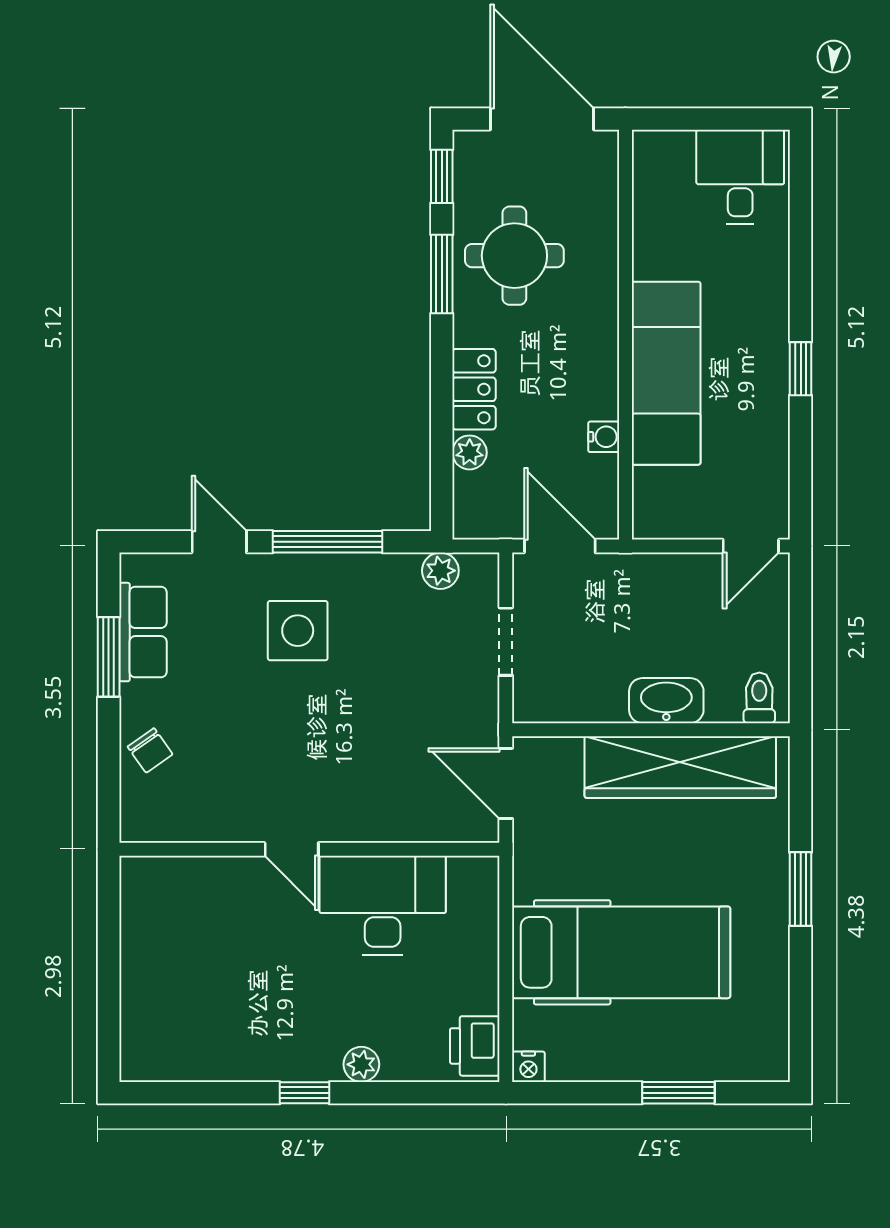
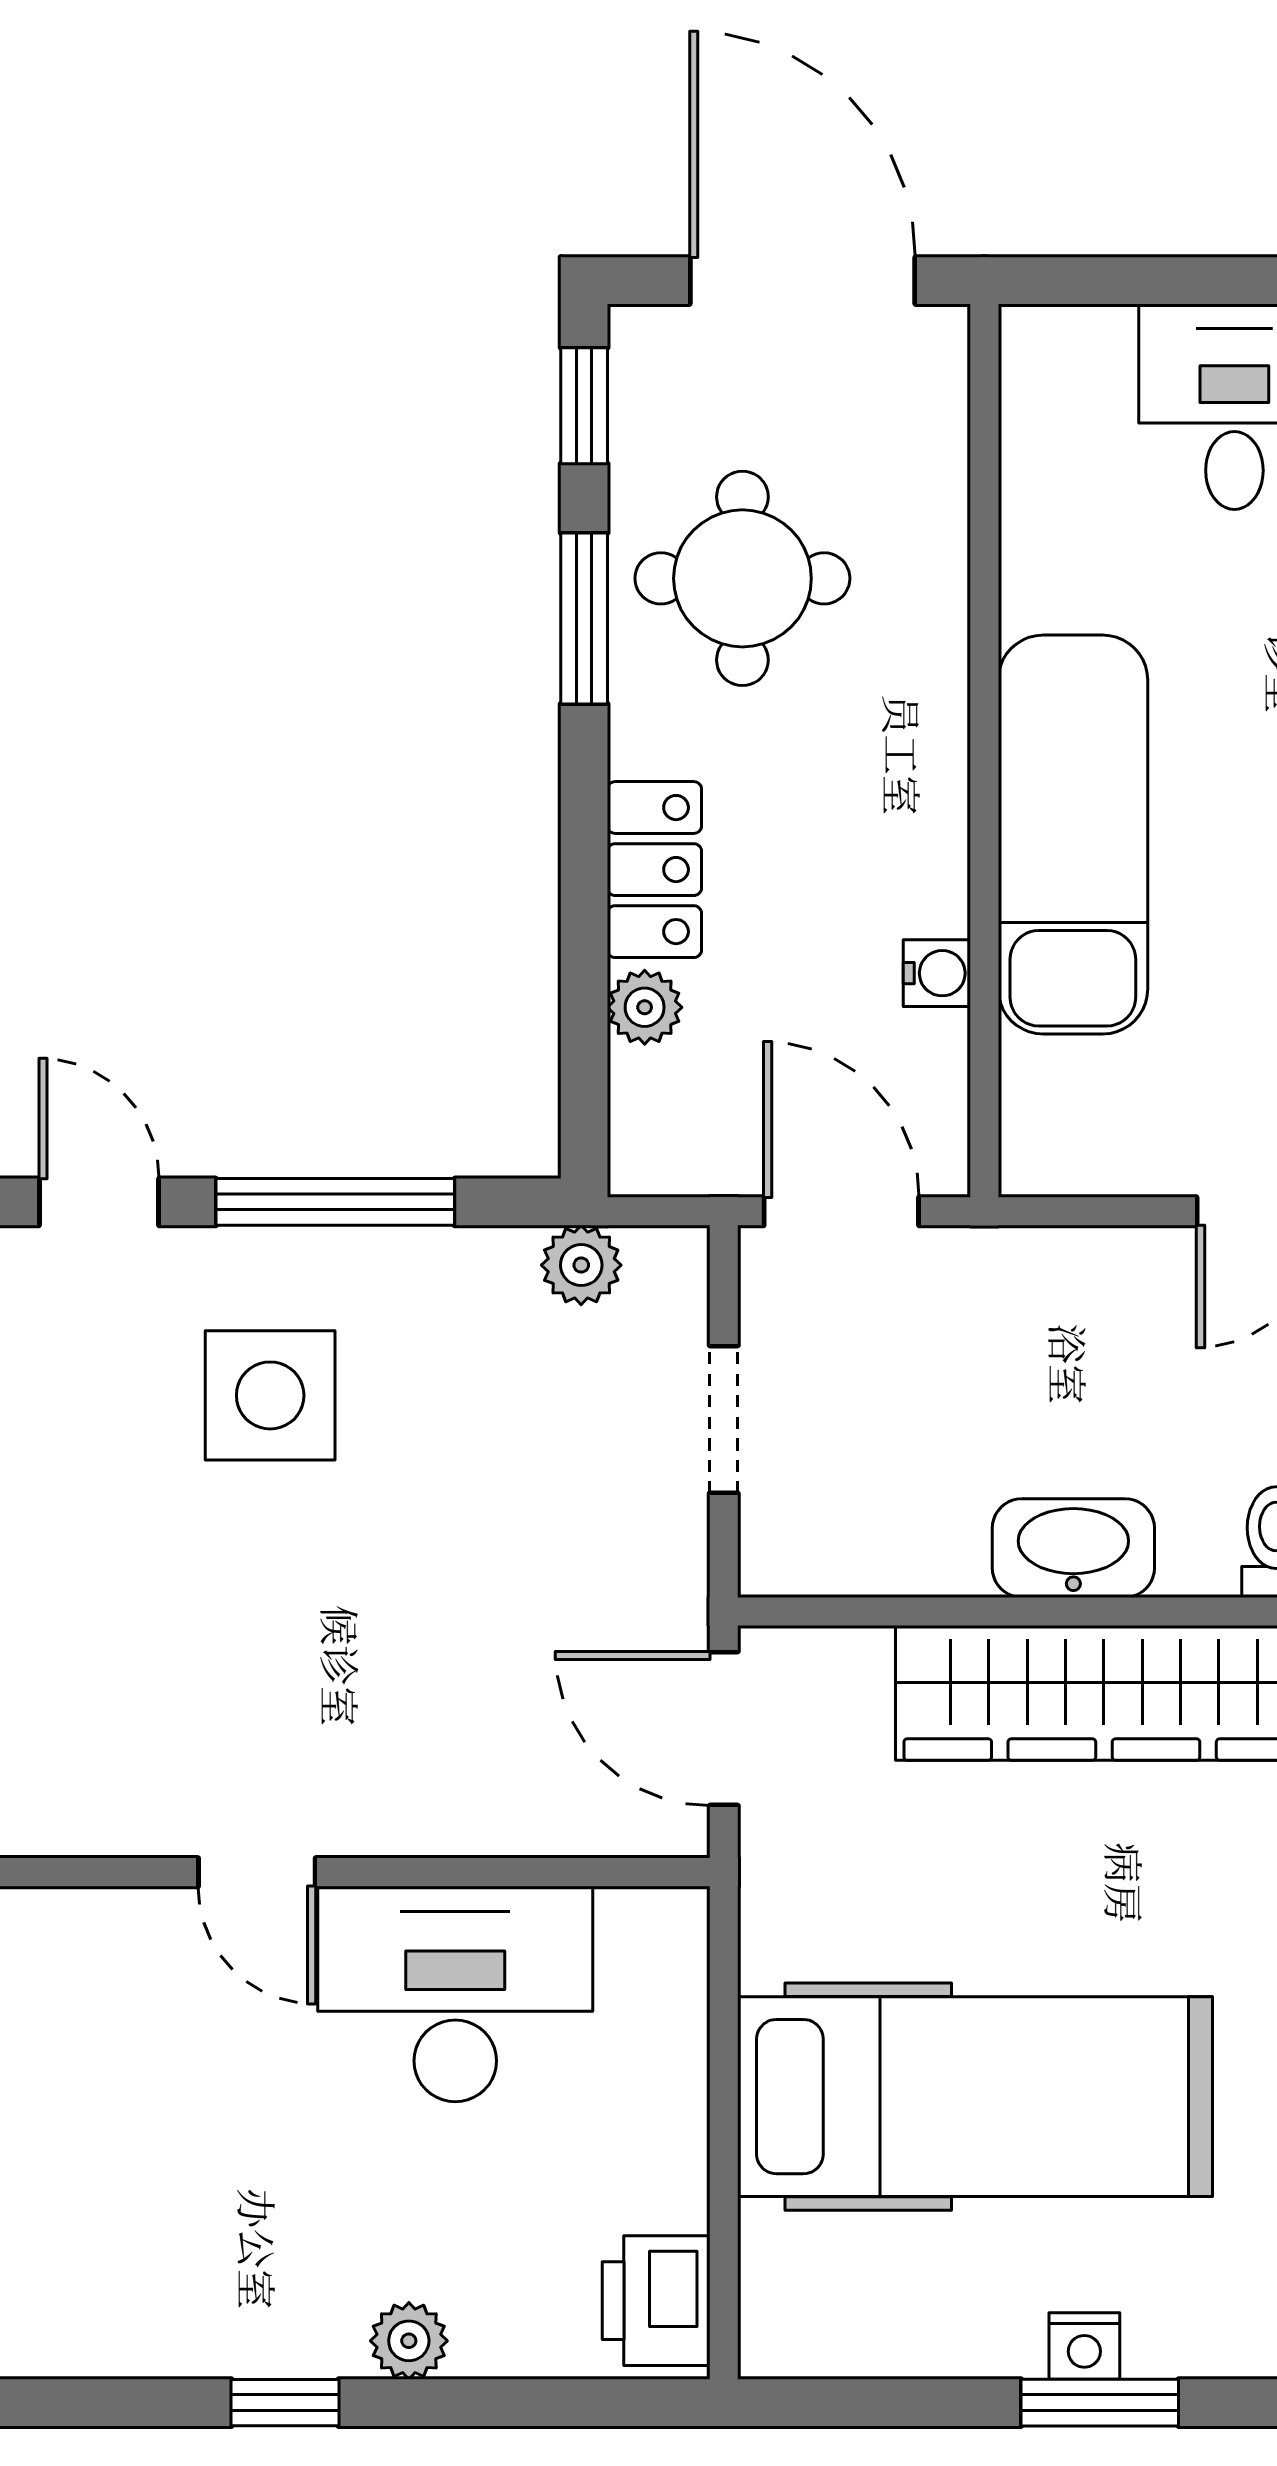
nightstand: (528, 1067) -> (1084, 2346), moved

